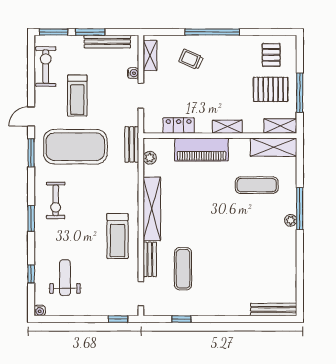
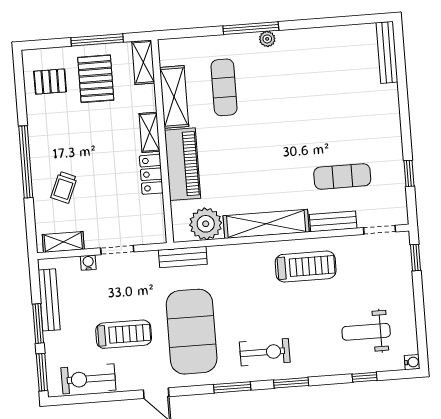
locker: (179, 125) -> (151, 174), moved
shelving: (274, 147) -> (174, 97), moved
window: (31, 153) -> (232, 387), moved
plant: (150, 158) -> (206, 224), width x1.88, depth x1.88

